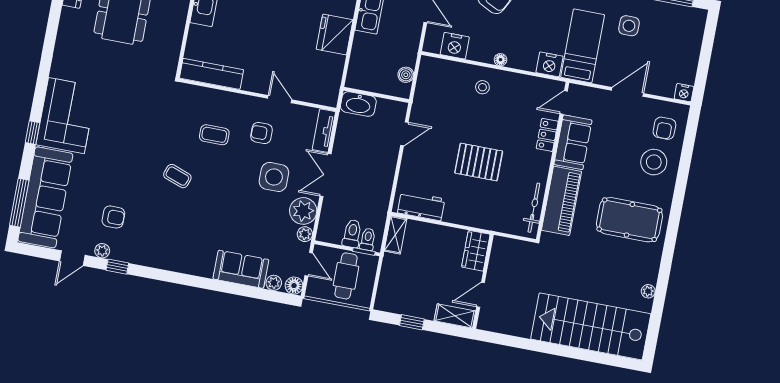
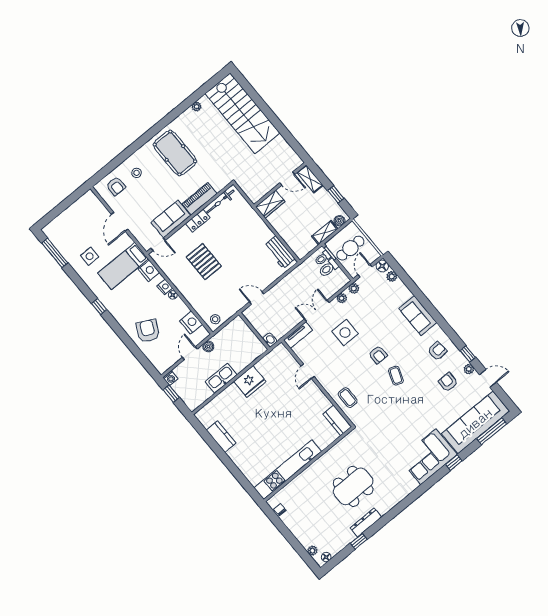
kitchen counter: (211, 74) -> (337, 420), width x0.67
boiler: (406, 75) -> (208, 346), moved
stool: (482, 87) -> (215, 319), moved
door: (628, 92) -> (120, 222), hinge flipped
nightstand: (684, 93) -> (165, 287), moved
washbasin: (358, 104) -> (270, 340), width x0.52, depth x0.69
armchair: (664, 128) -> (116, 186), turned 90
armchair: (262, 133) -> (378, 355), moved
coffee table: (214, 135) -> (348, 398), moved
locker: (547, 135) -> (198, 221), moved
pallet: (479, 162) -> (204, 262), moved
stool: (654, 162) -> (137, 173), width x0.53, depth x0.53
double door: (326, 175) -> (317, 311), swing flipped
piano: (561, 201) -> (200, 199), width x0.73, depth x0.75
plant: (303, 211) -> (342, 298), width x0.53, depth x0.53
shelving: (396, 235) -> (325, 233), moved
armchair: (154, 242) -> (437, 351), added
sofa: (241, 269) -> (418, 315), moved
boiler: (383, 296) -> (339, 221), added

